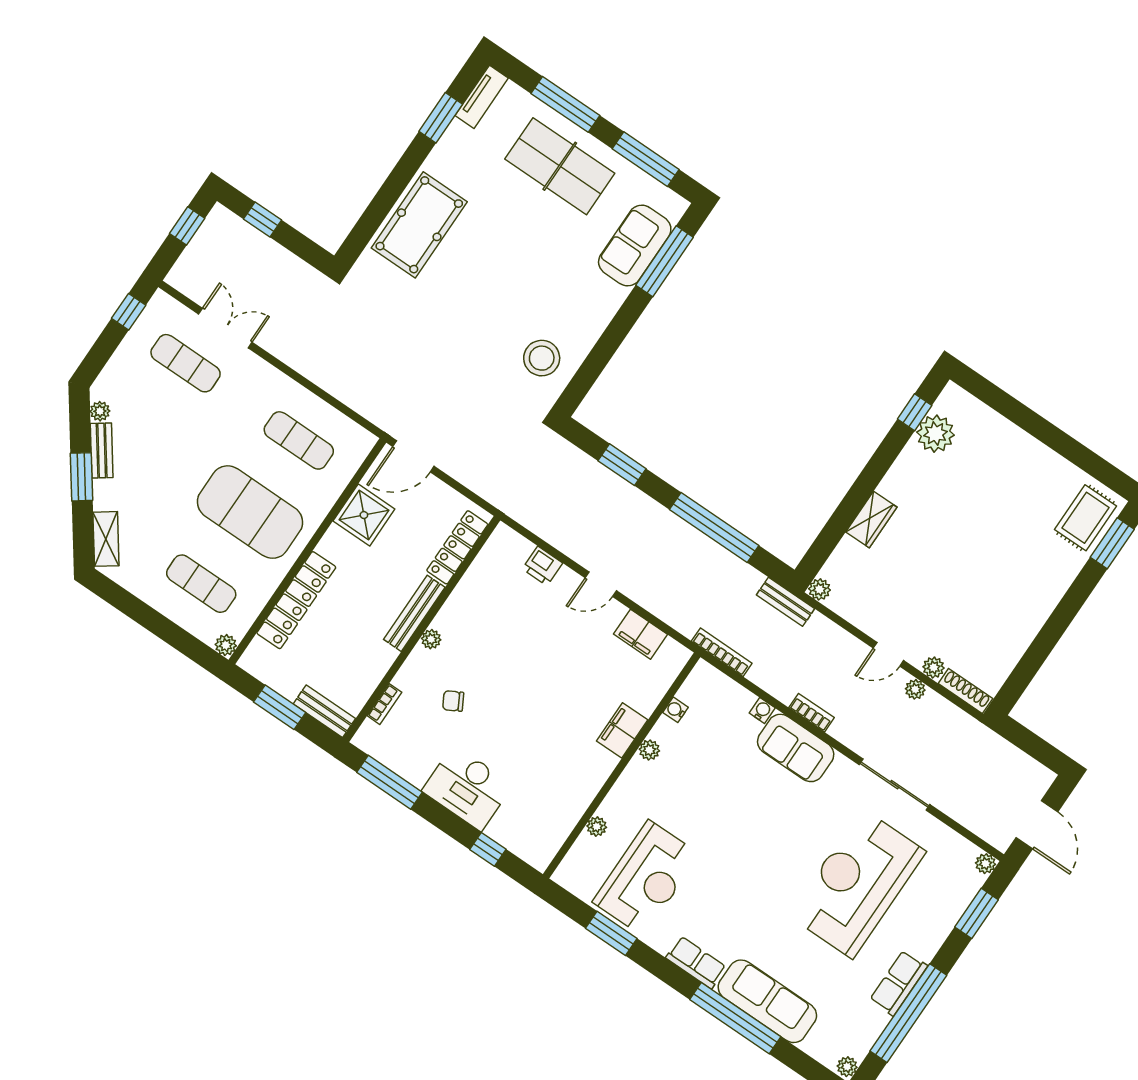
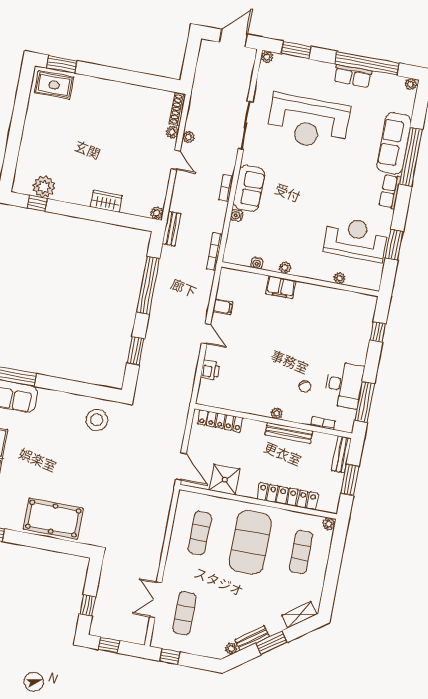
bench: (414, 613) -> (289, 433), moved
filing cabinet: (640, 634) -> (223, 307), width x0.50
desk: (467, 788) -> (344, 385), moved

